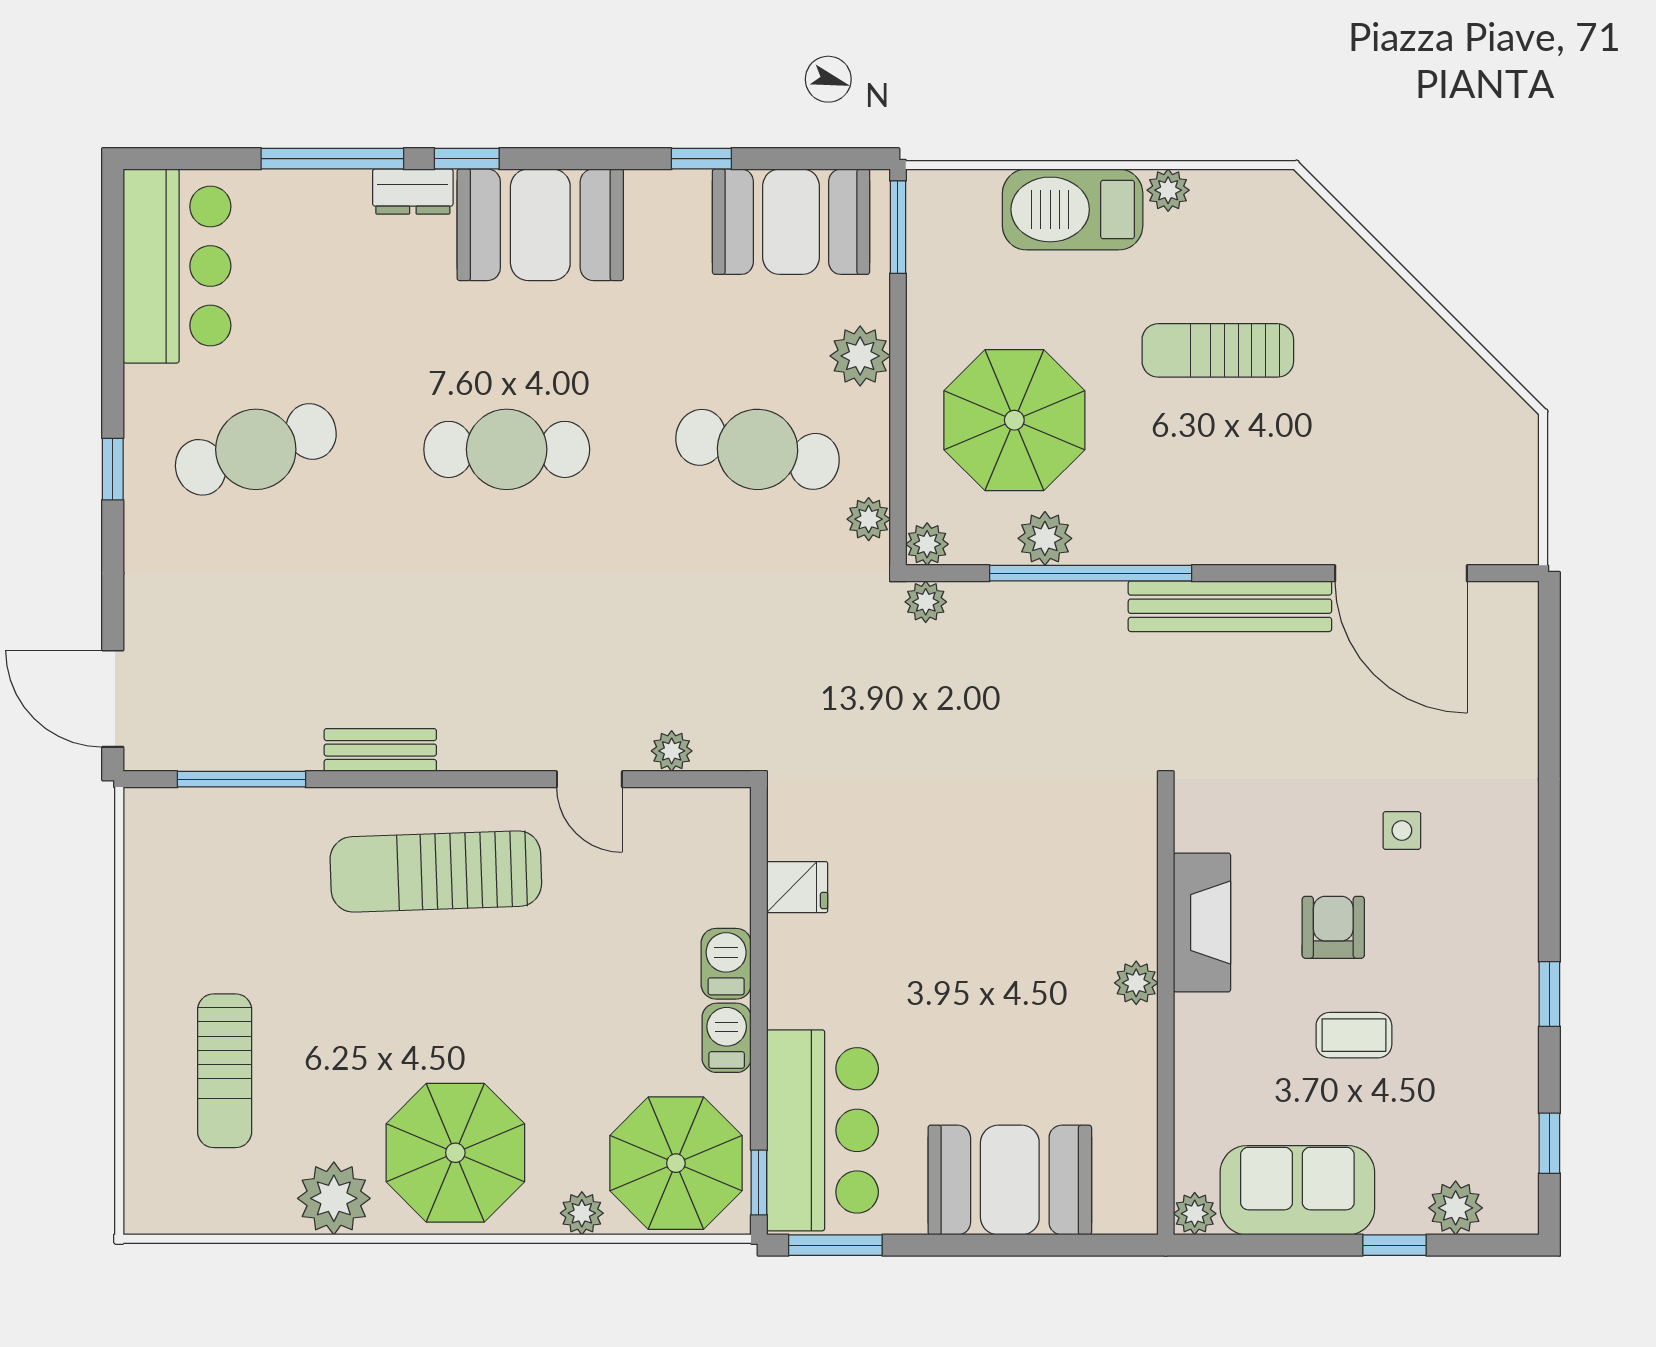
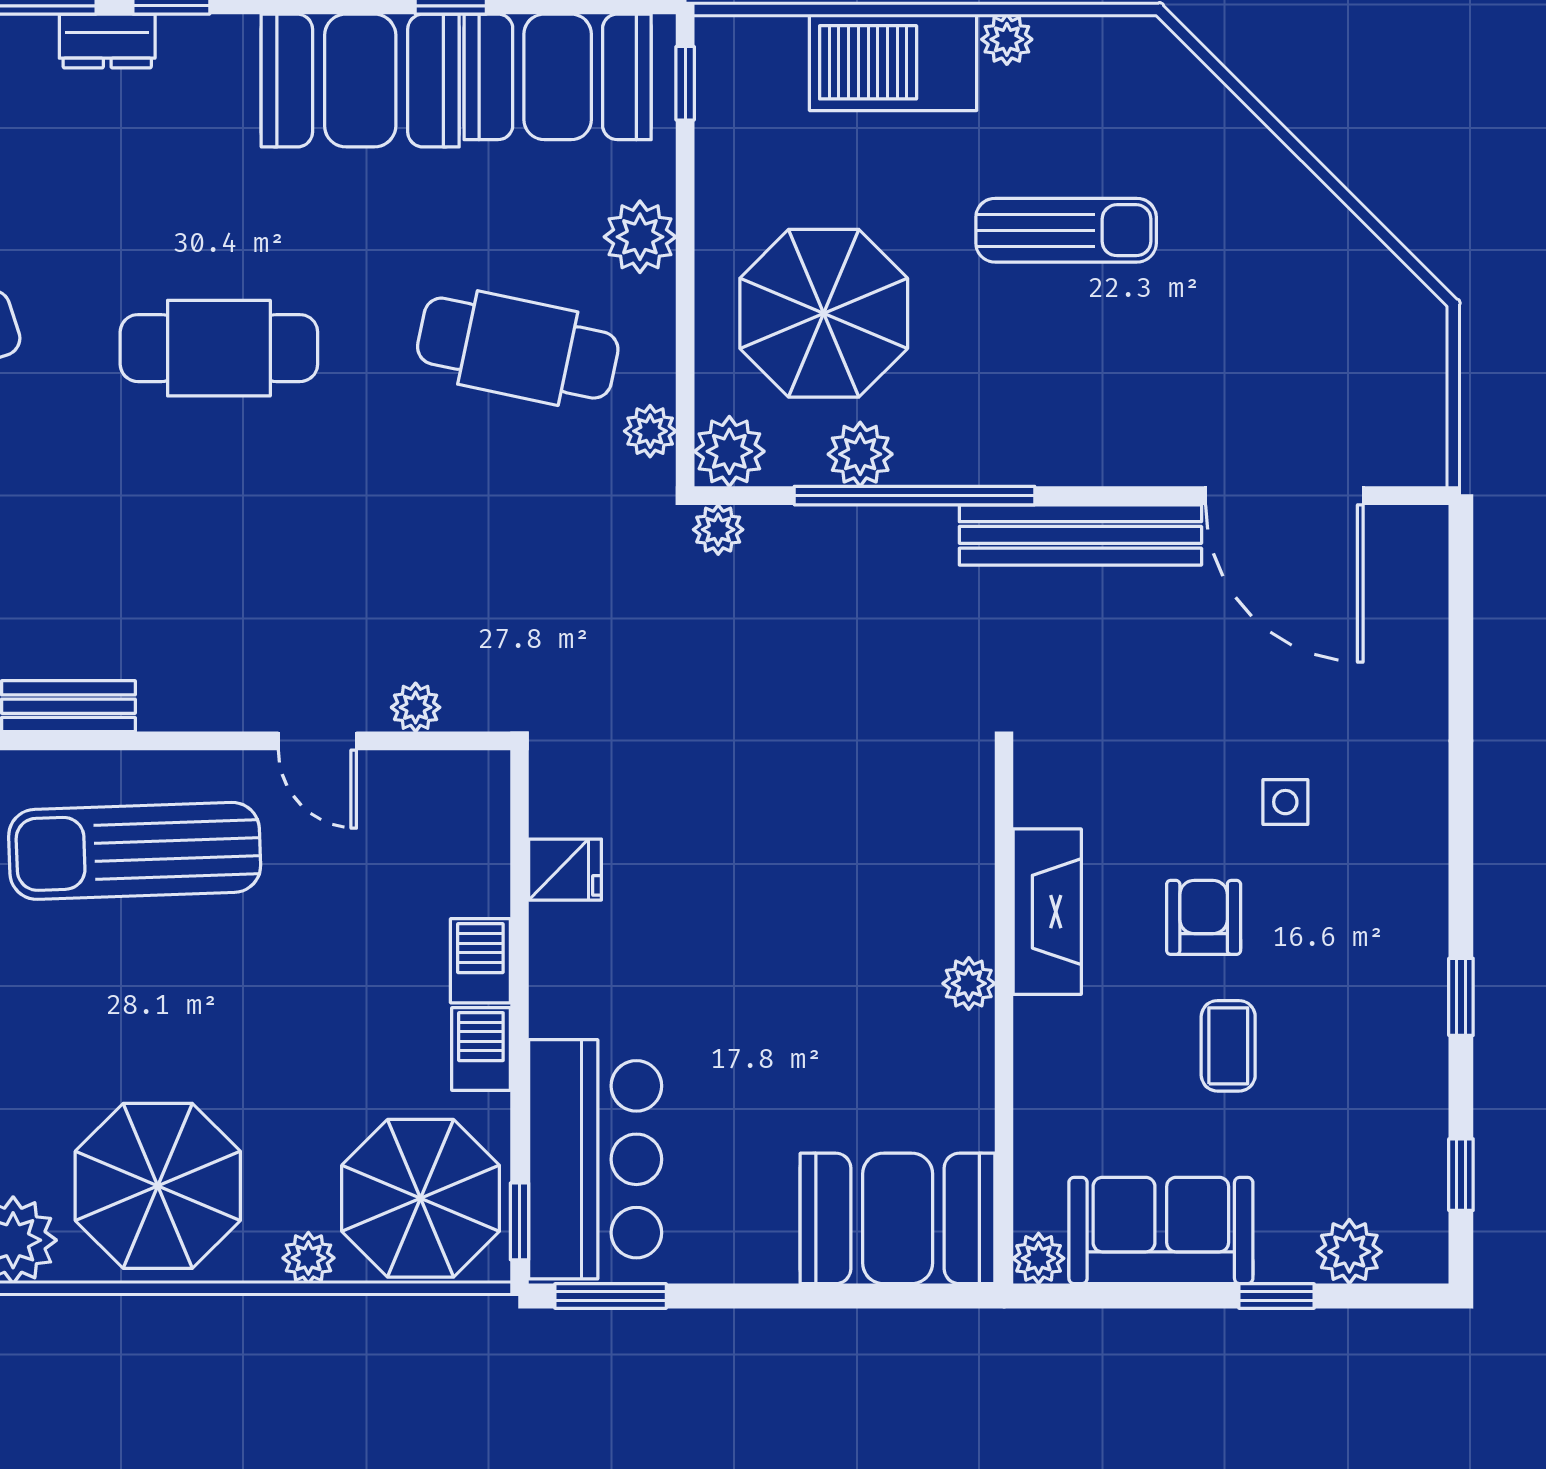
booth: (540, 225) -> (360, 81), moved
window: (898, 227) -> (685, 83), width x0.67
sun lounger: (1218, 350) -> (1066, 230), turned 180
plant: (927, 544) -> (729, 451), width x1.38, depth x1.38
coffee table: (1354, 1035) -> (1228, 1046), turned 90
booth: (1010, 1180) -> (898, 1218), moved

